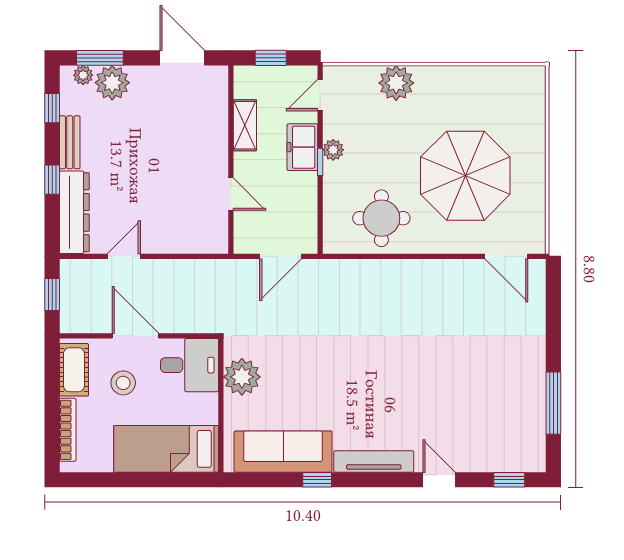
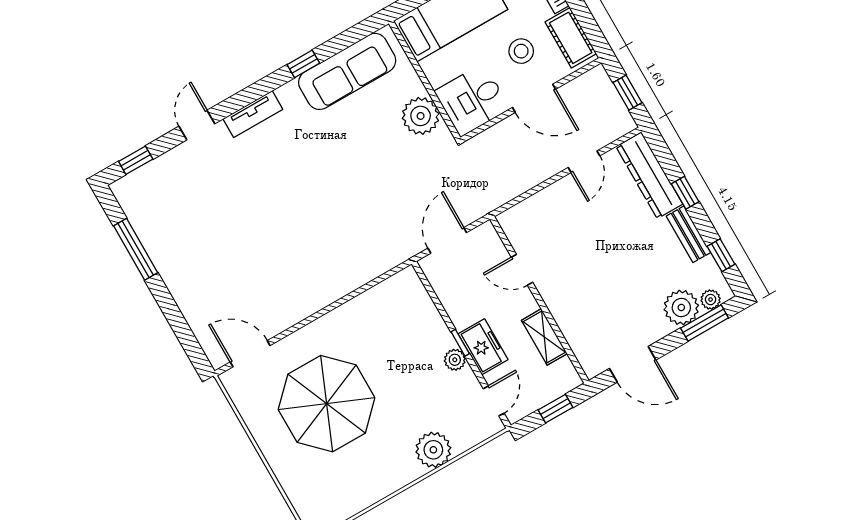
round table: (381, 218) -> (378, 324), removed
tv unit: (374, 462) -> (253, 114), width x0.71
door: (439, 480) -> (197, 125), swing flipped

